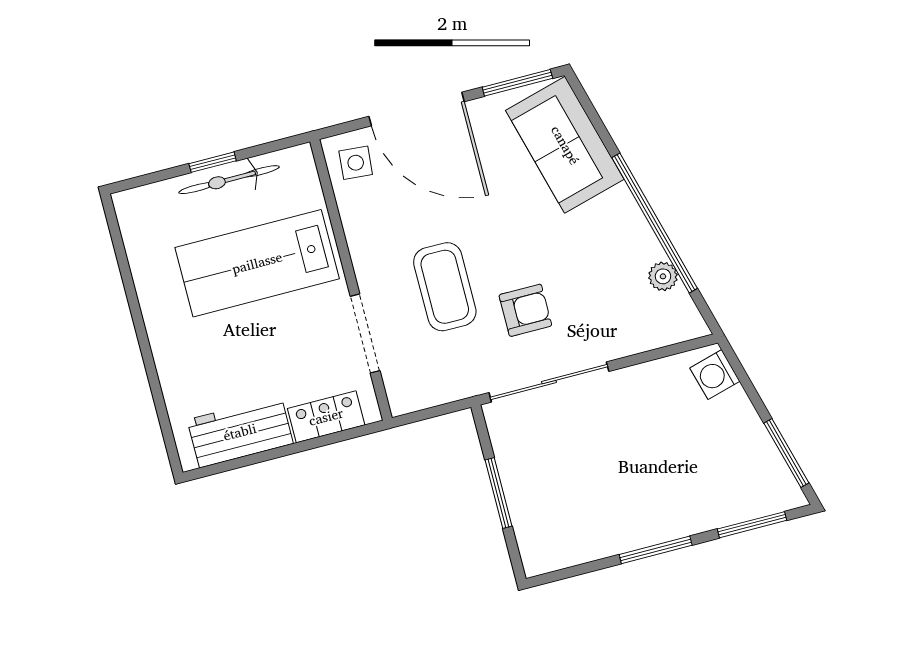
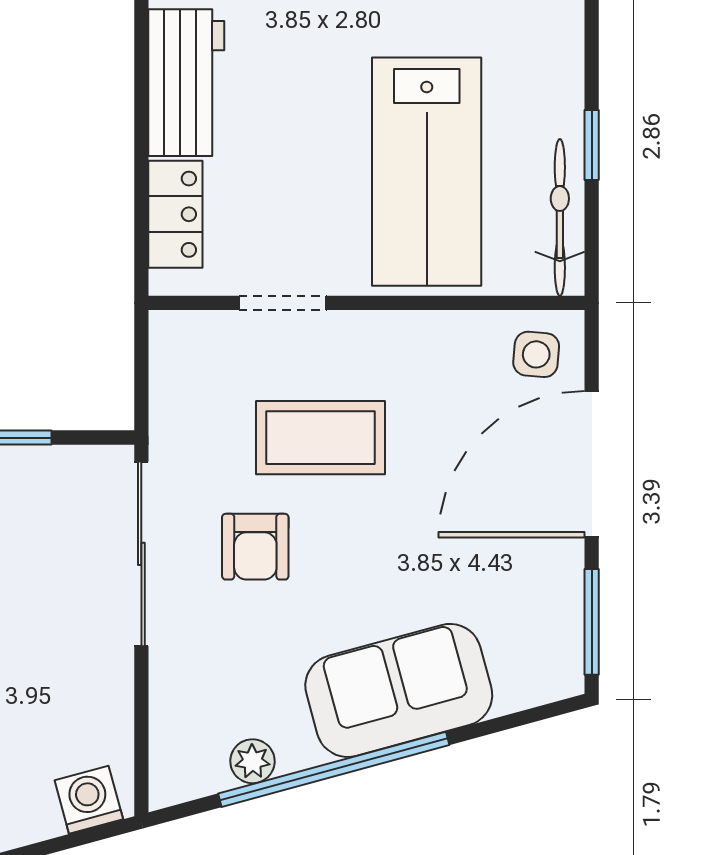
sofa: (565, 145) -> (399, 690), moved
bicycle: (229, 180) -> (560, 217), moved
lab bench: (257, 263) -> (427, 172), turned 180
doorway: (365, 333) -> (282, 303), width x0.73

